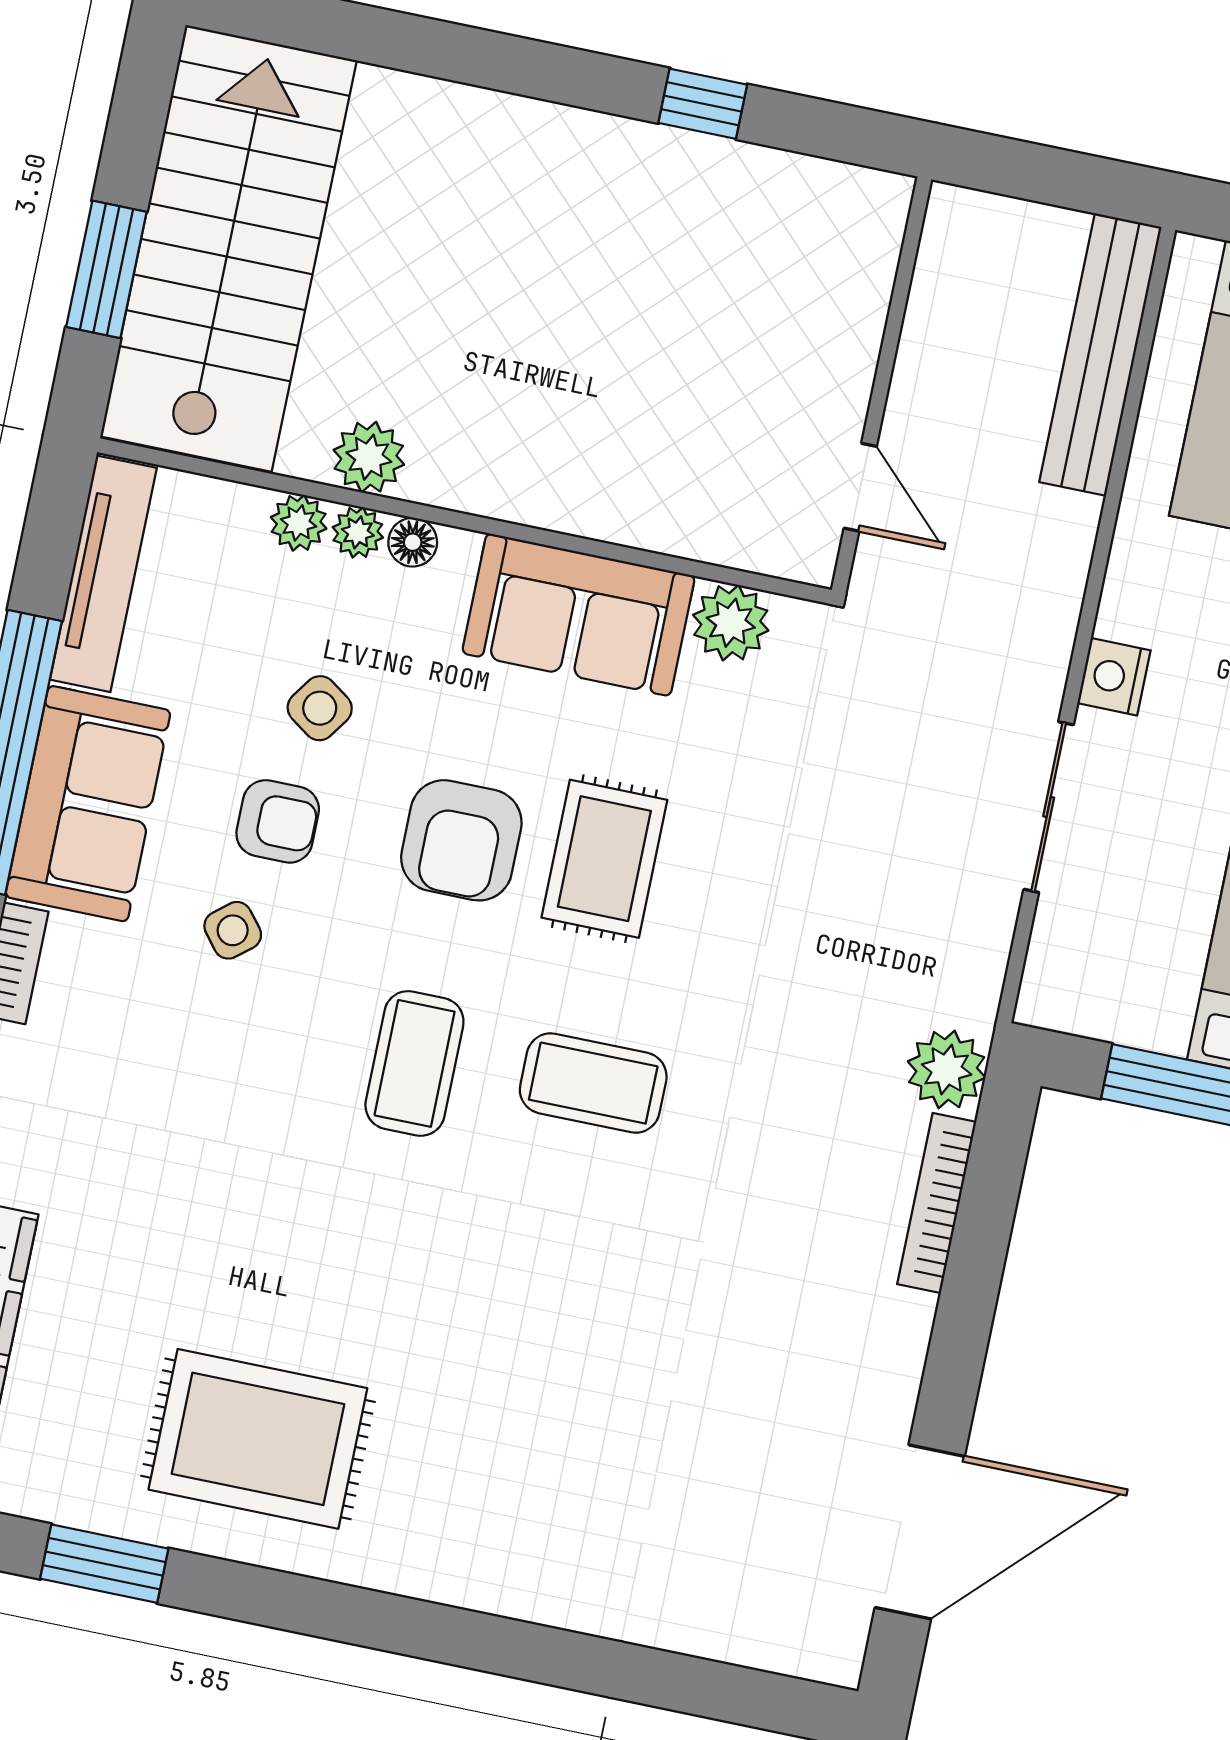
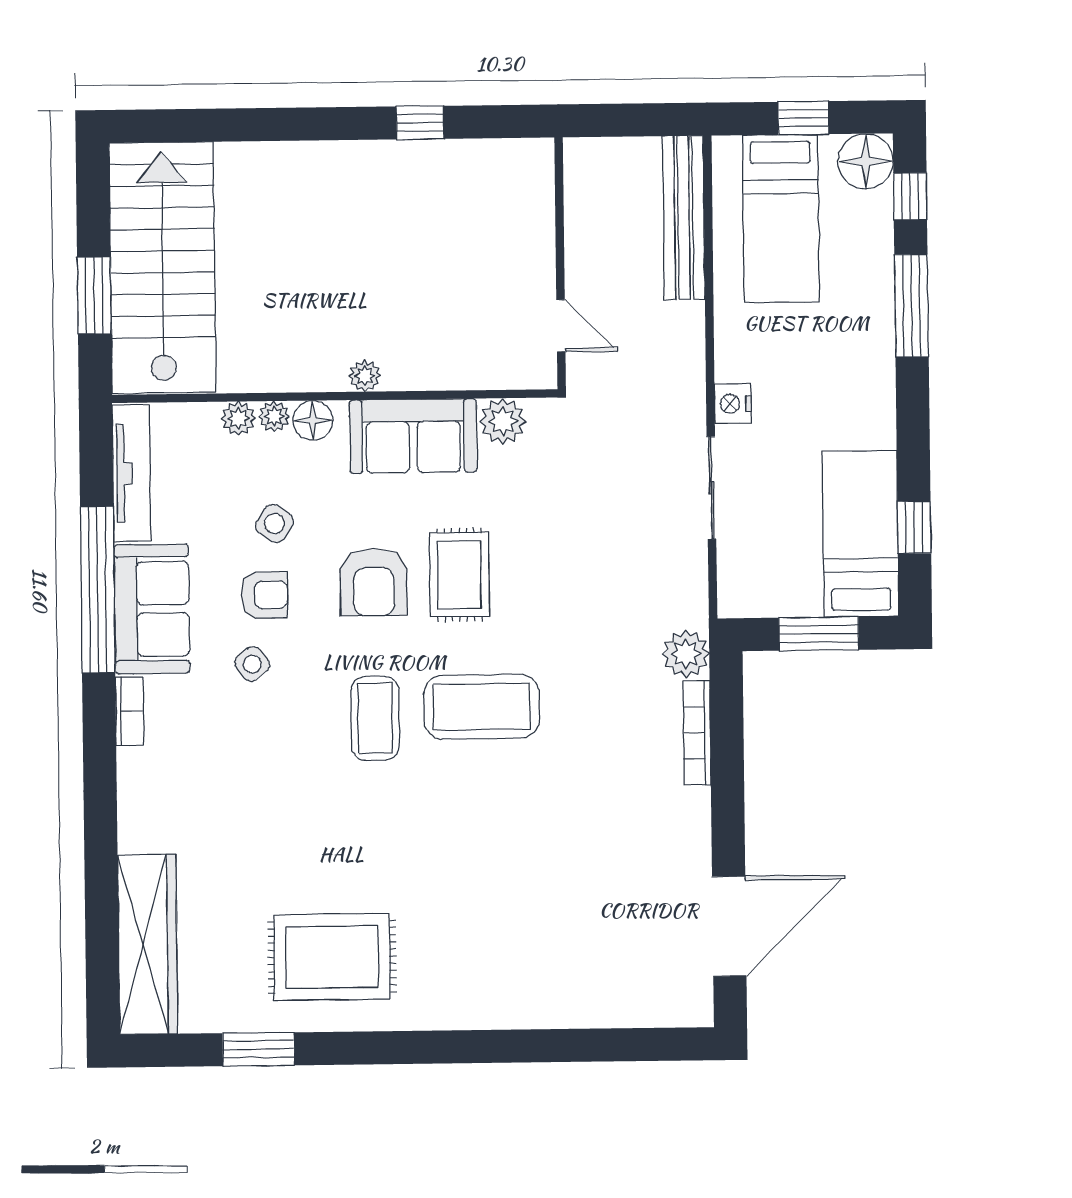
plant: (369, 457) -> (365, 376), moved, width x0.73, depth x0.73
floor lamp: (413, 542) -> (313, 420), width x1.37, depth x1.37
coffee table: (593, 1083) -> (482, 707), width x1.36, depth x1.32

